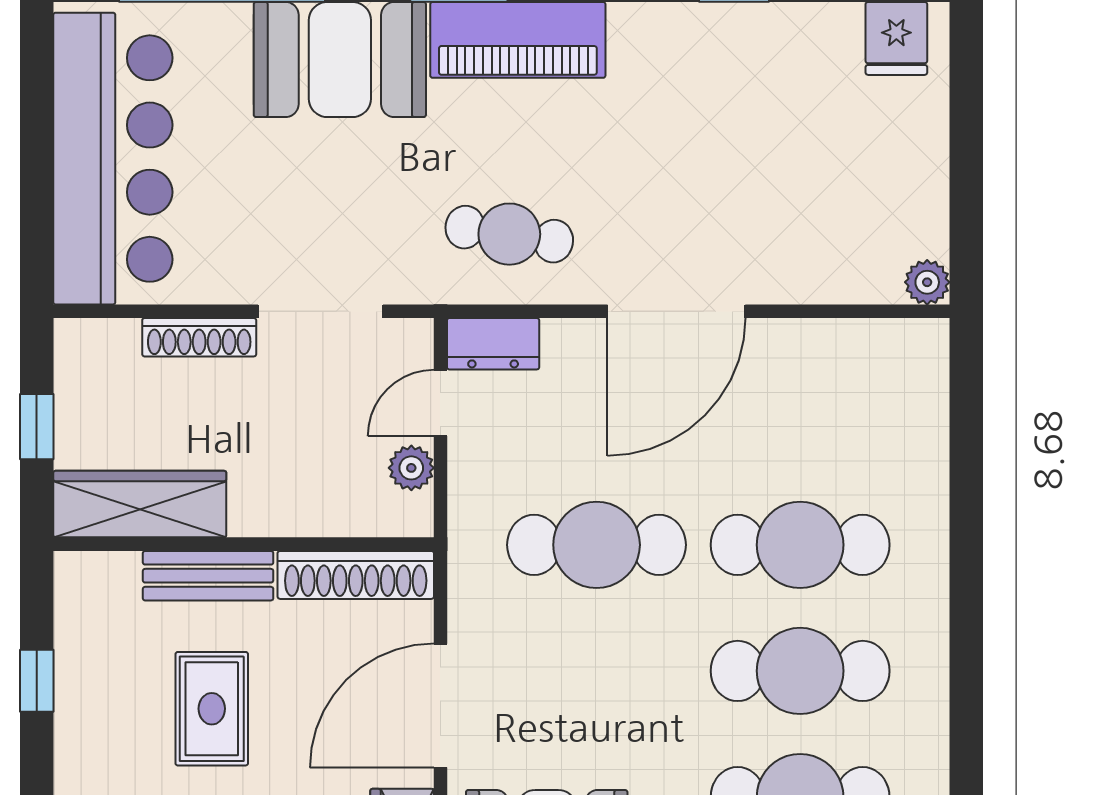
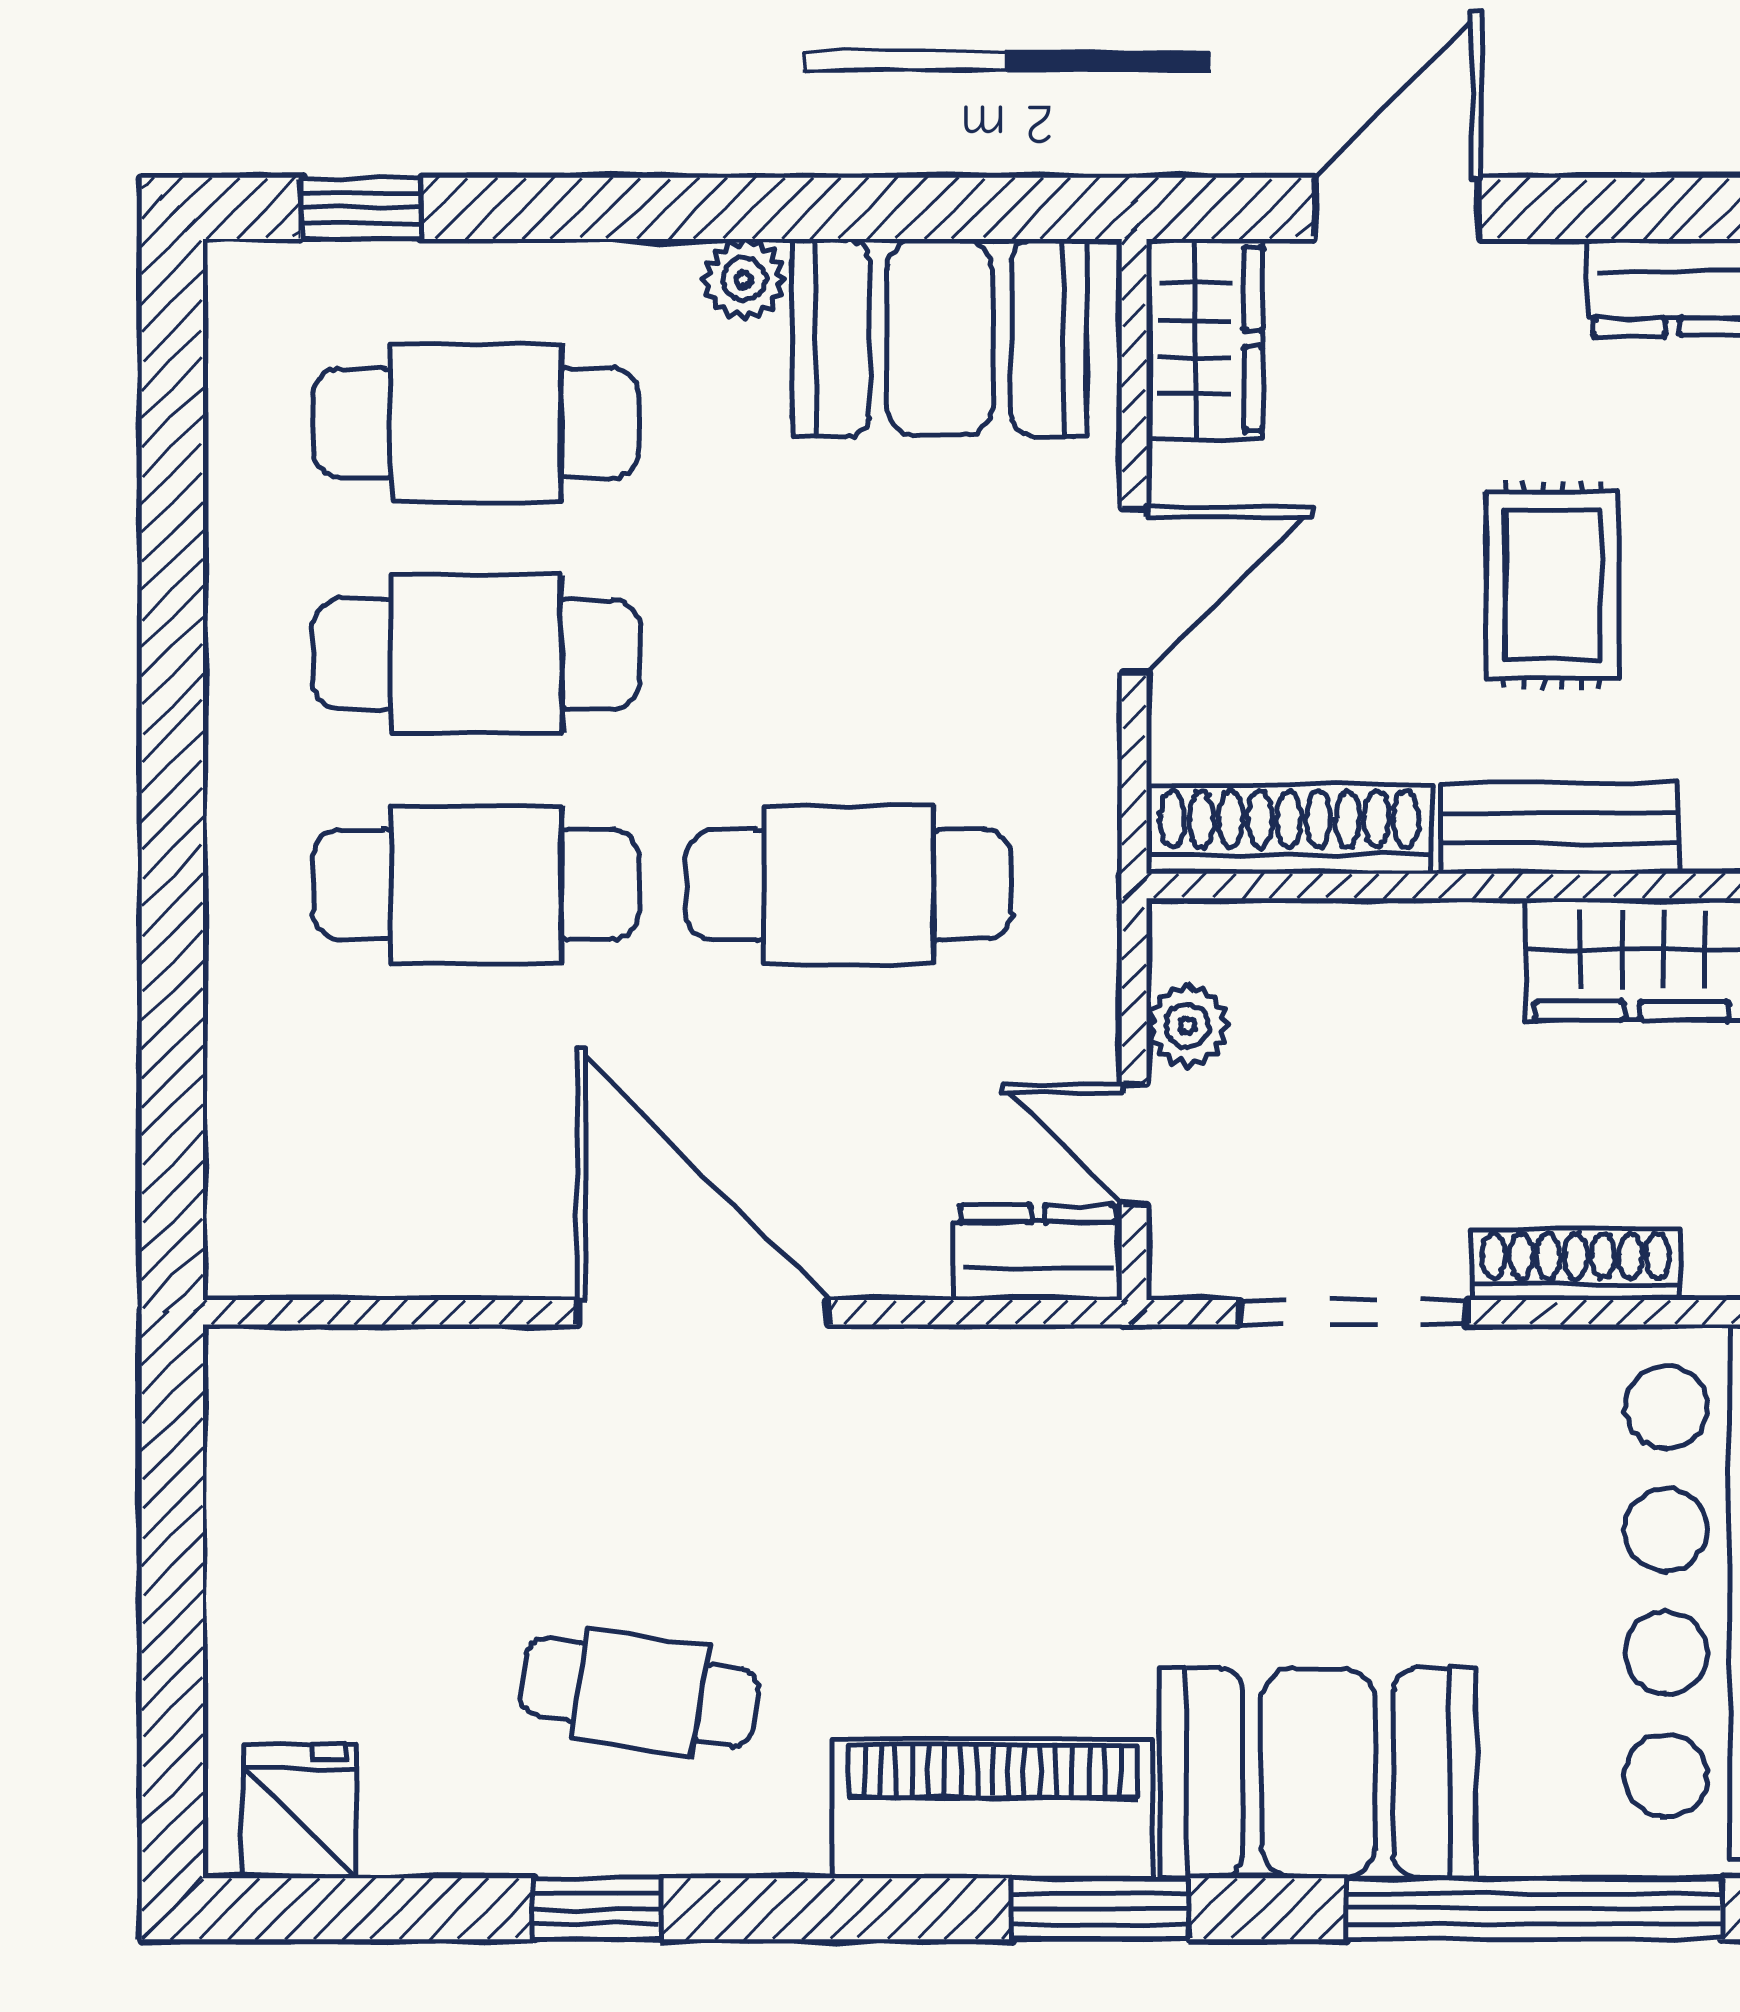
cafe table: (509, 234) -> (639, 1692), moved
plant: (927, 282) -> (244, 1365), removed
door: (676, 311) -> (703, 1312), hinge flipped
door: (440, 403) -> (1134, 1144), swing flipped
door: (440, 706) -> (1134, 591), width x0.73

